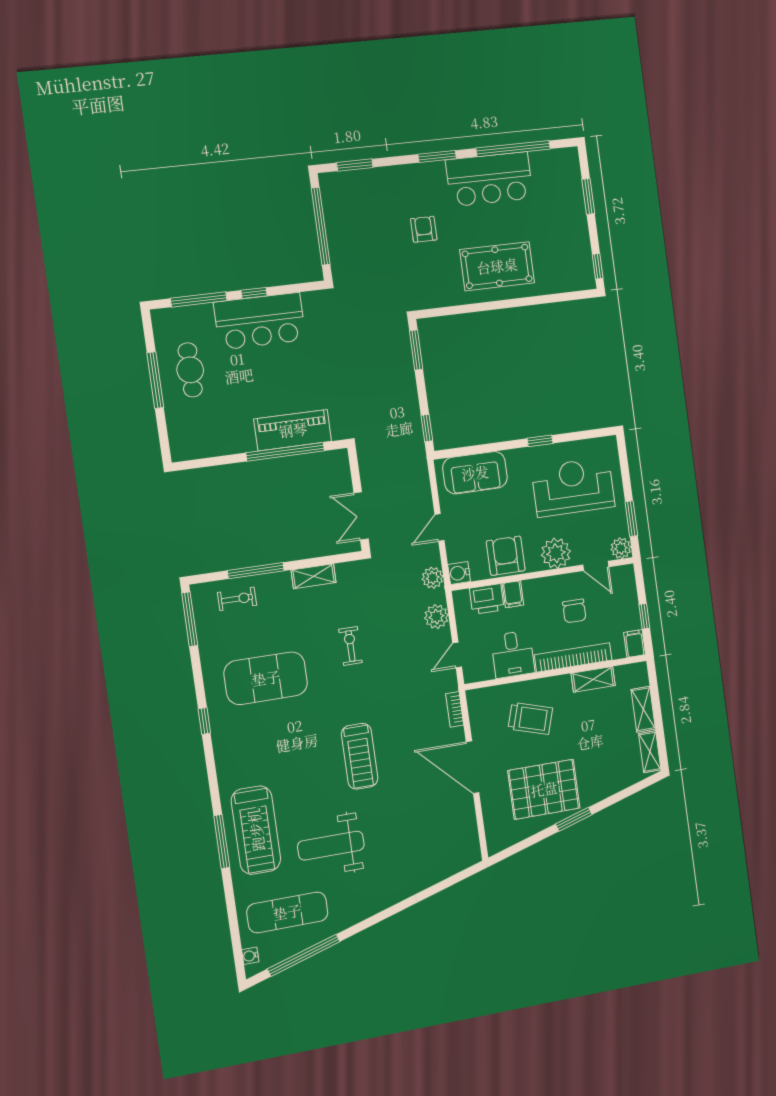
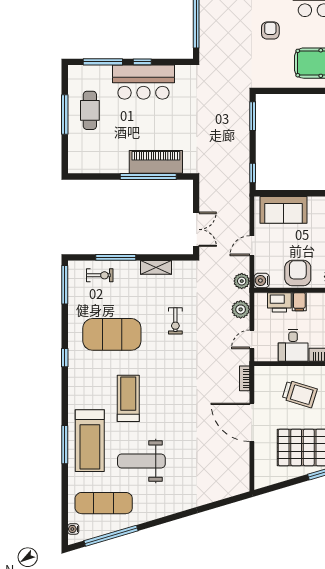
double door: (361, 516) -> (196, 229), swing flipped
exercise bike: (350, 646) -> (175, 321), turned 180
treadmill: (360, 756) -> (128, 398), moved, turned 180

